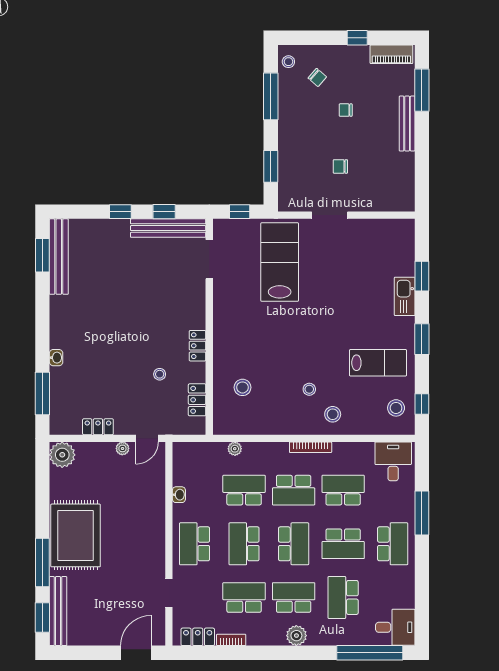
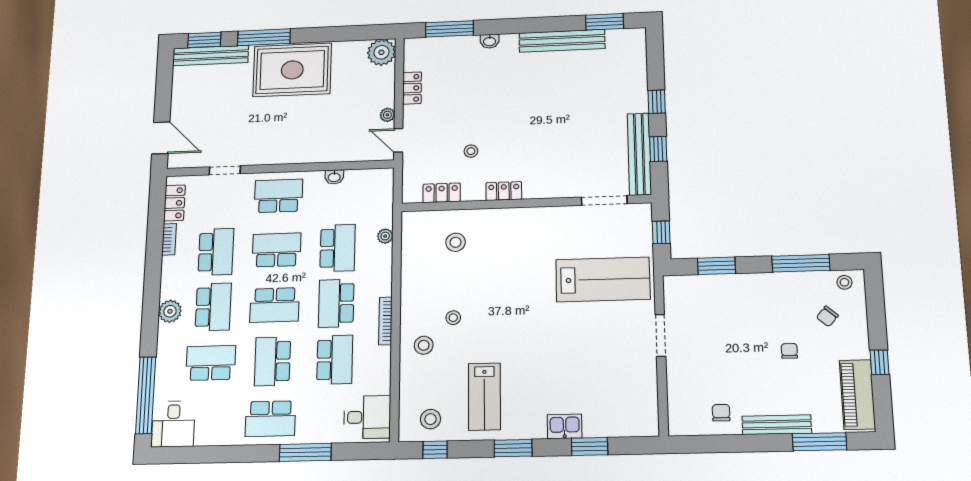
piano: (391, 54) -> (857, 395), width x1.37, depth x1.33
chair: (340, 166) -> (721, 413), moved
bench: (59, 257) -> (562, 41), moved
kitchen sink: (405, 296) -> (565, 426), width x0.73

